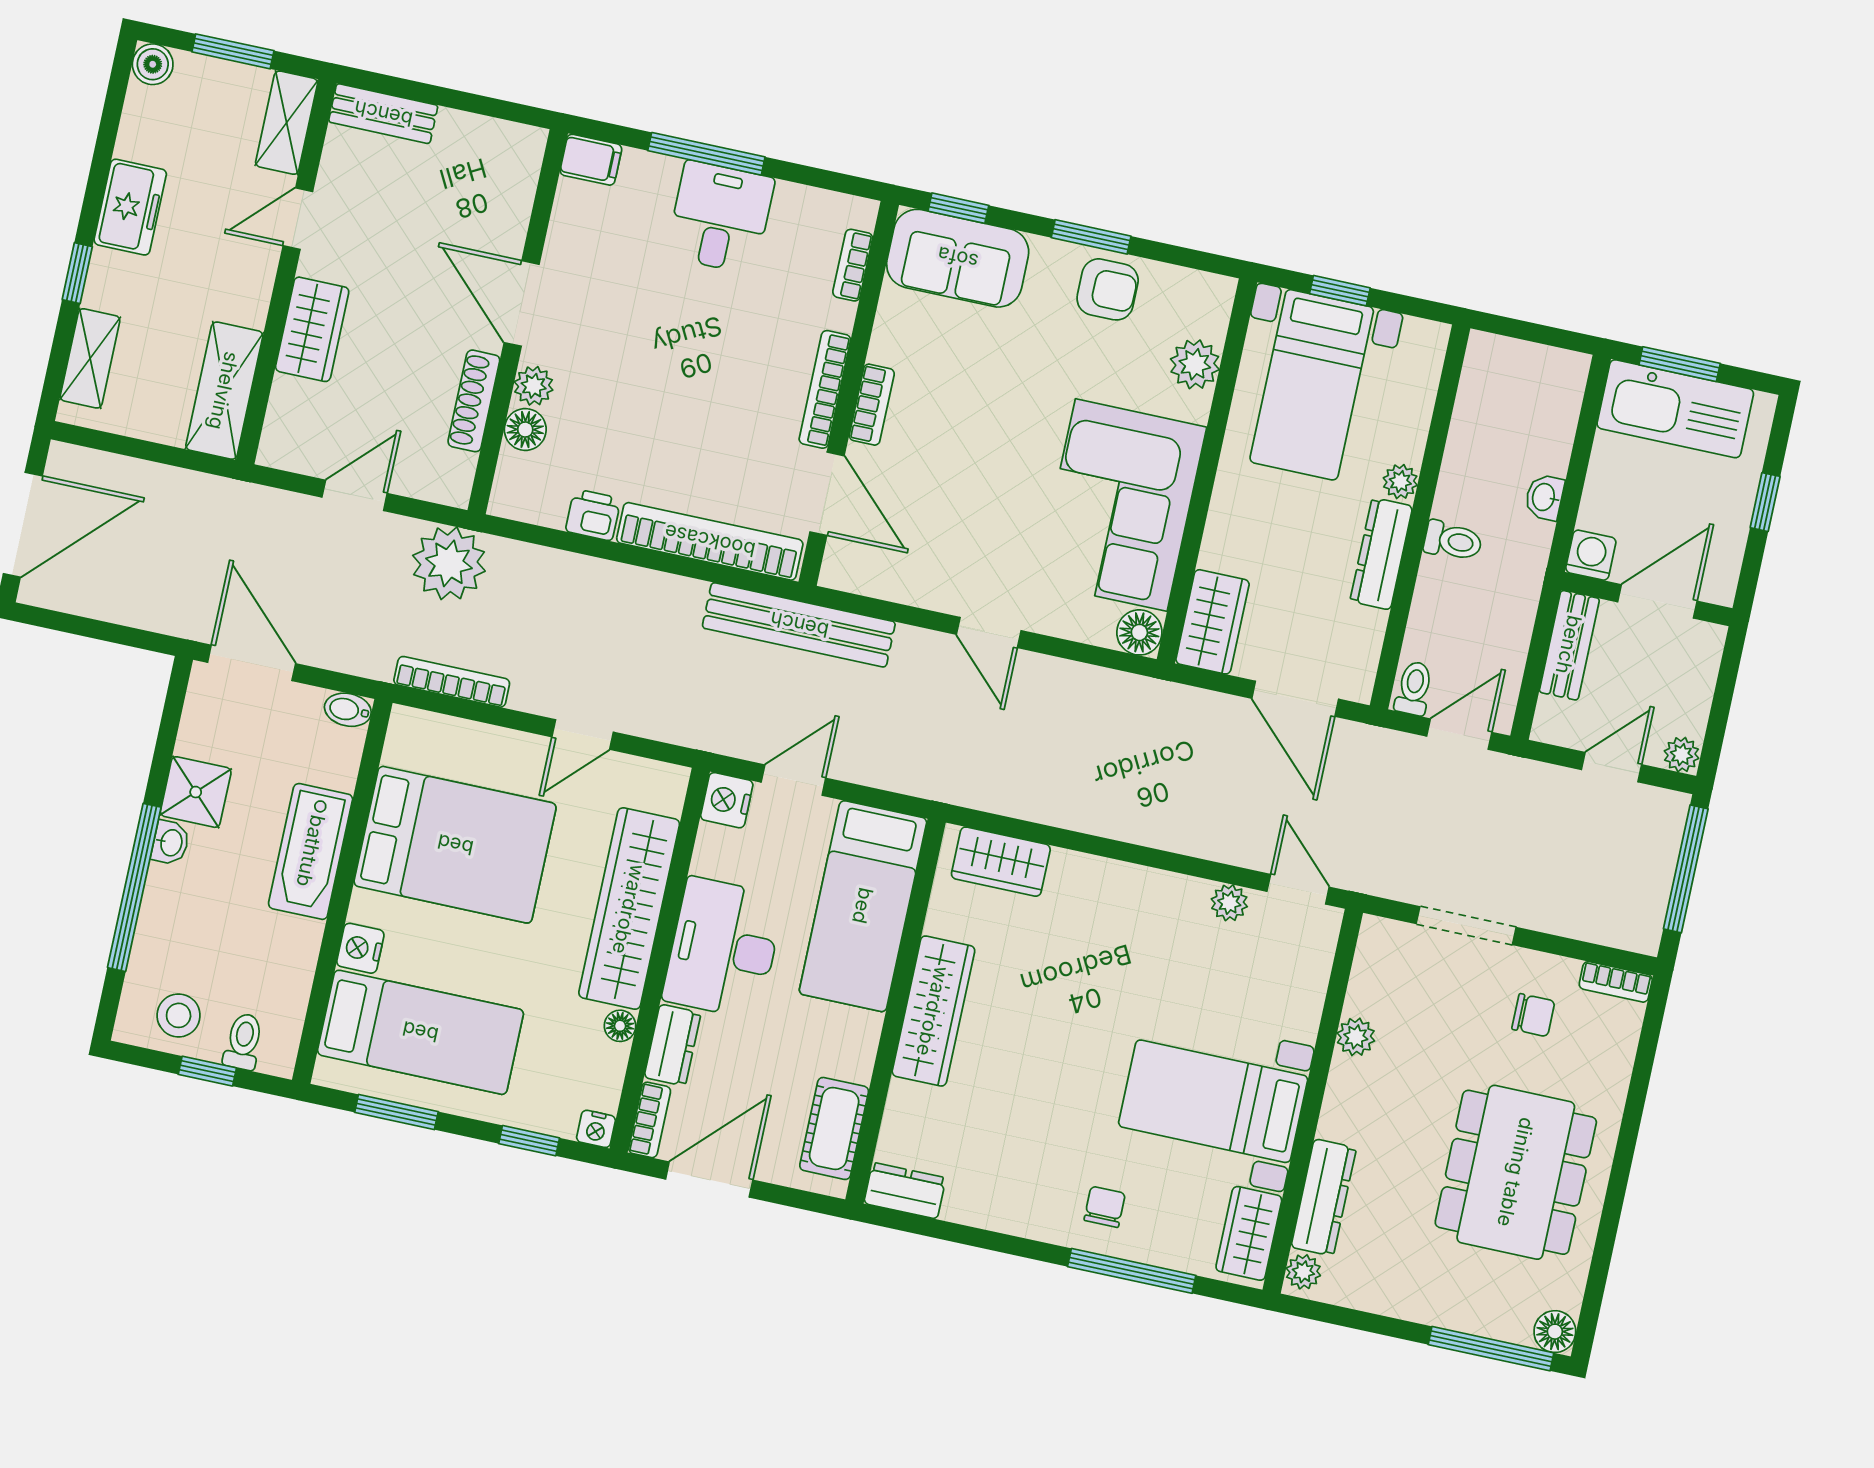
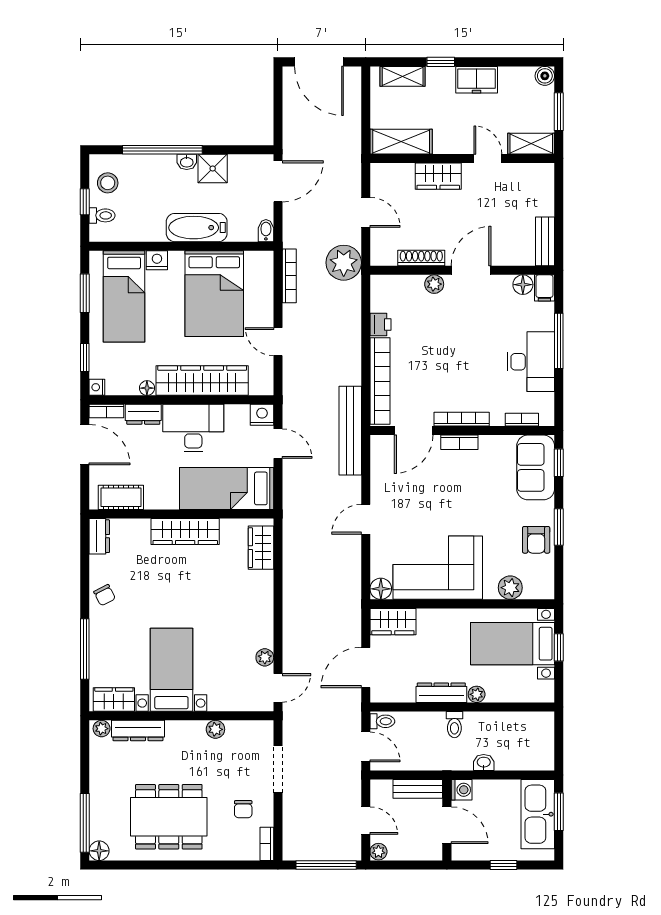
bench: (383, 114) -> (545, 241), moved
desk: (720, 217) -> (531, 362), width x1.37
floor lamp: (525, 430) -> (523, 285), moved
chair: (1105, 1207) -> (105, 595), moved, turned 63

